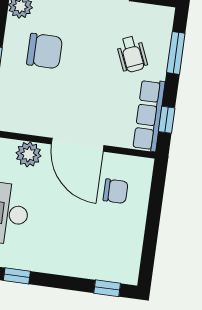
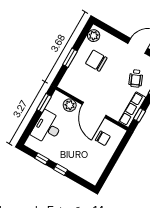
chair: (45, 51) -> (96, 61), turned 180
window: (107, 288) -> (61, 170), moved

